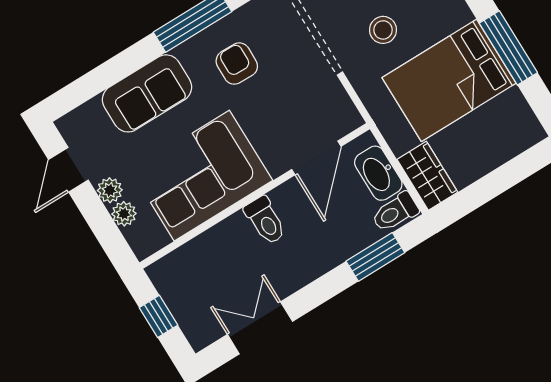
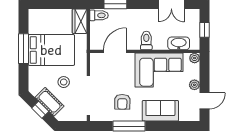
washbasin: (378, 173) -> (179, 43), moved, turned -90
plant: (124, 214) -> (195, 58), moved

